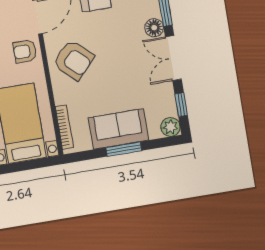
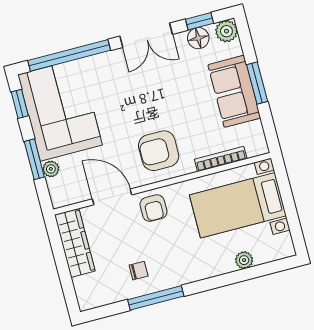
floor lamp: (154, 28) -> (198, 38), moved
armchair: (73, 60) -> (159, 151), turned -133
bookcase: (64, 127) -> (221, 159), moved

